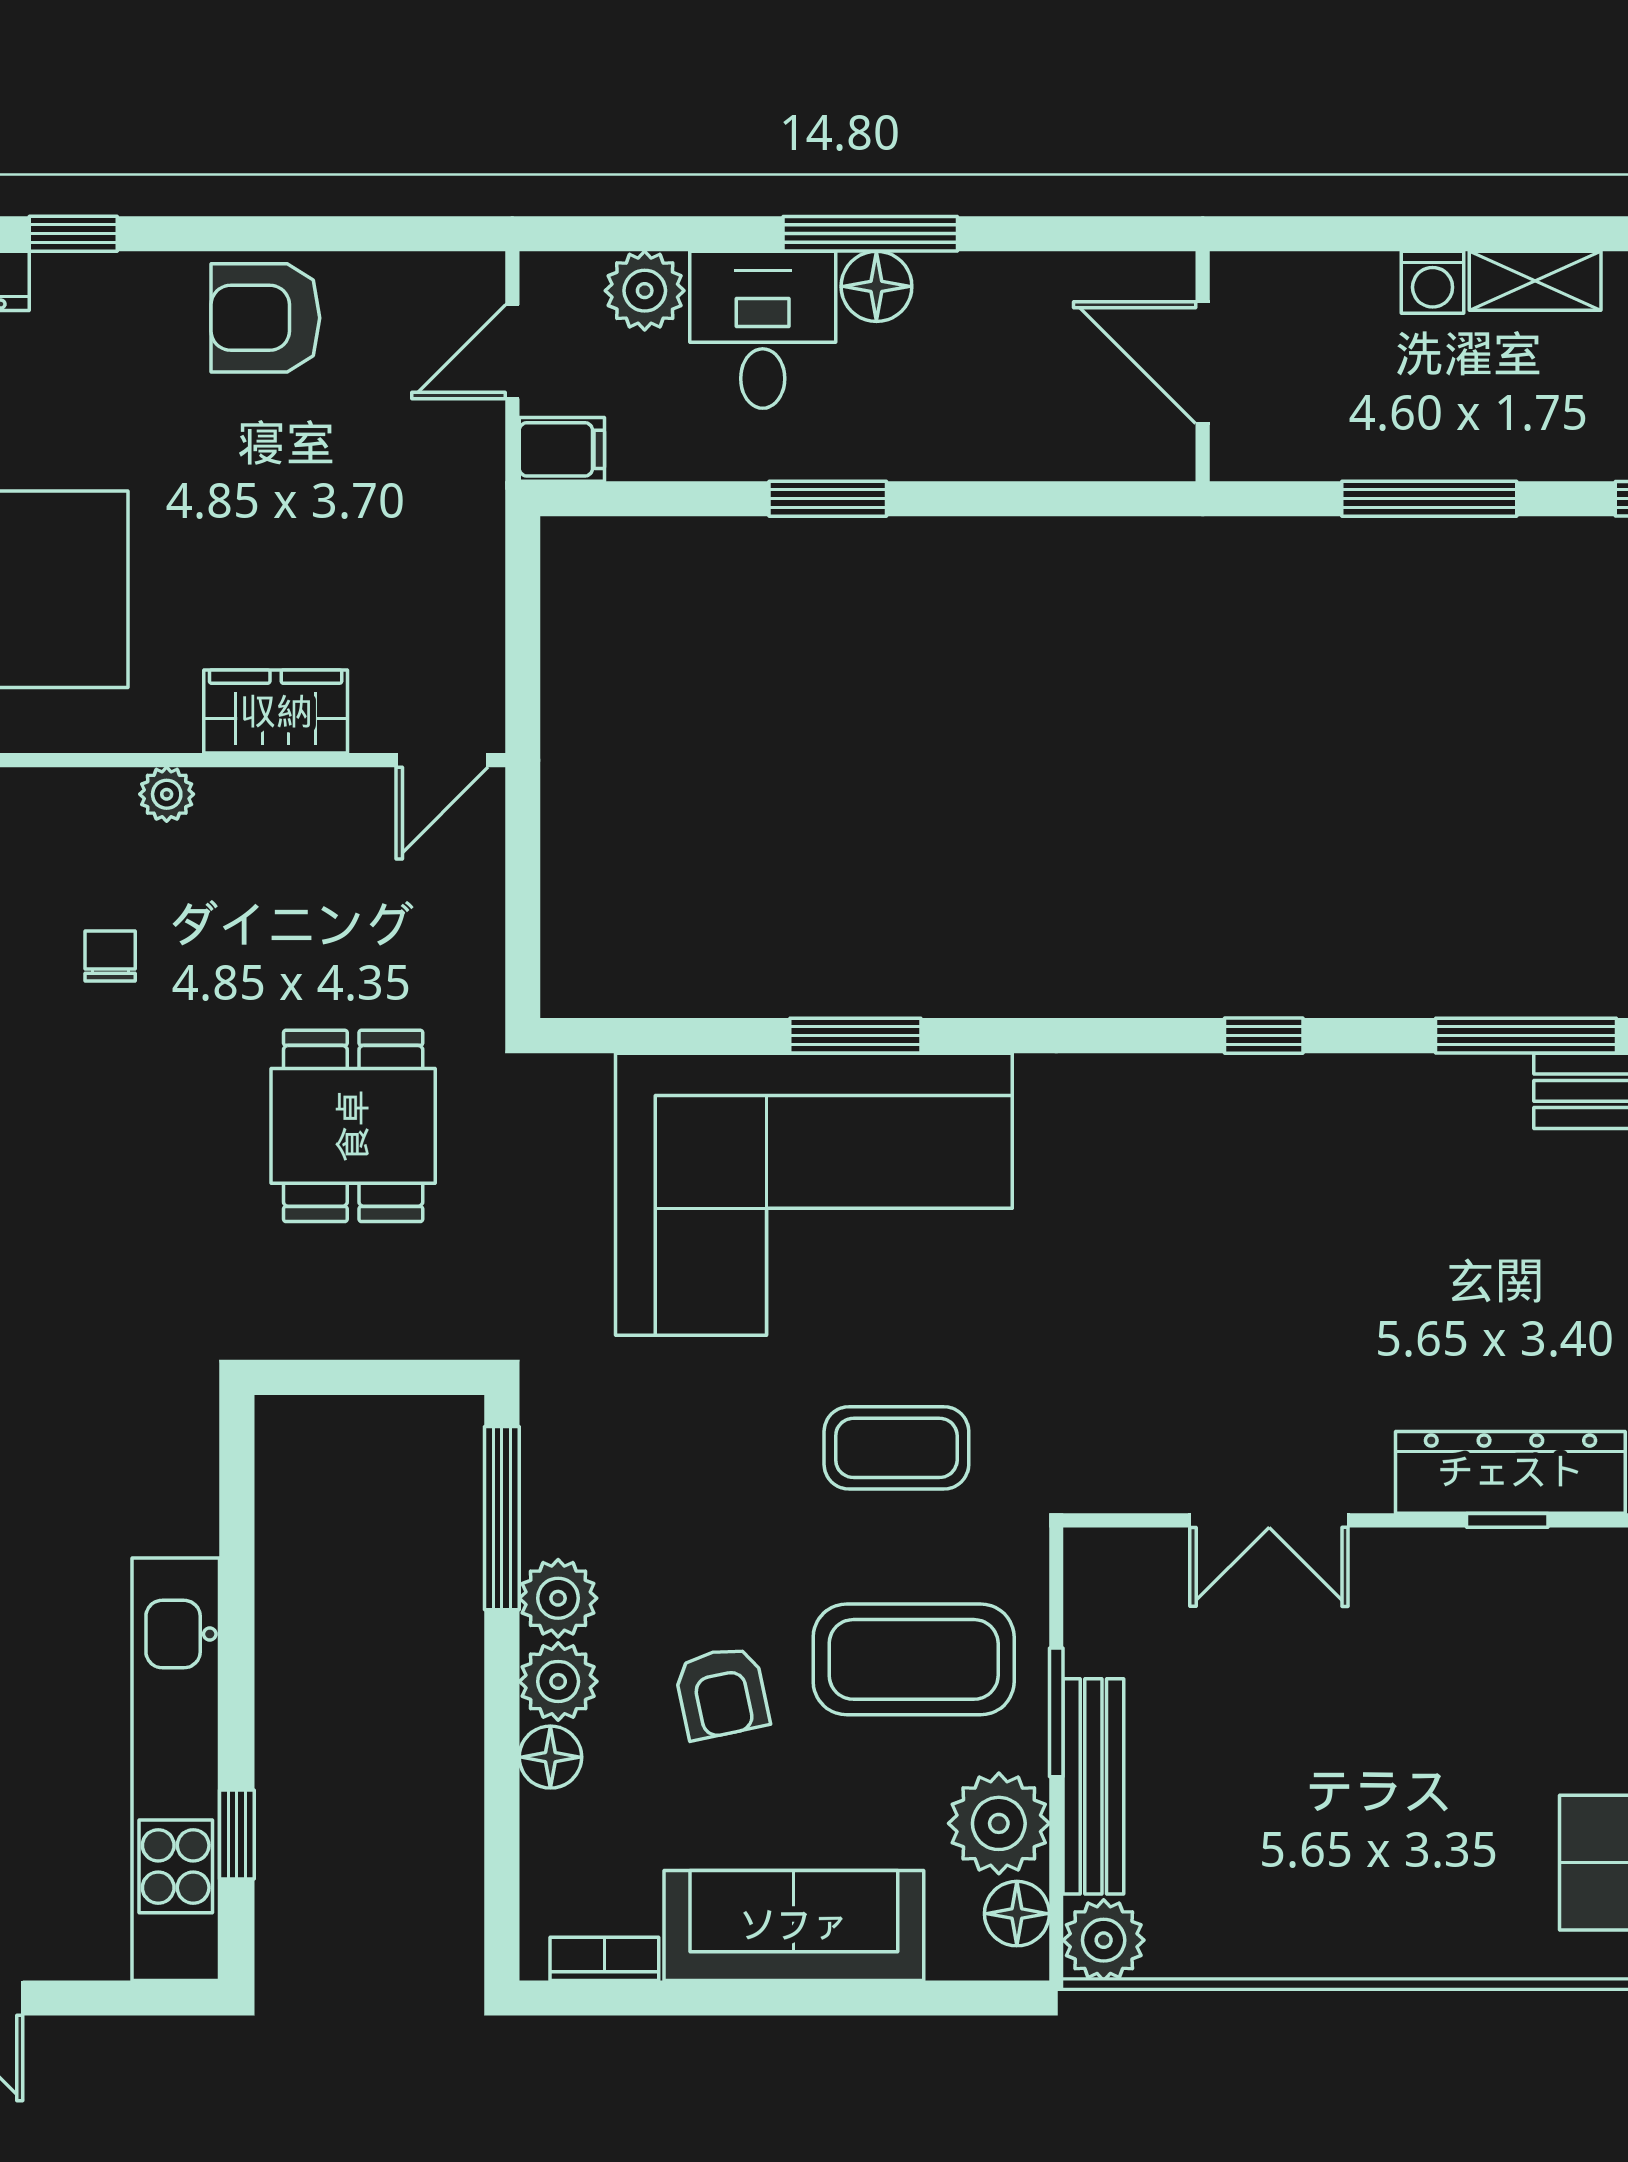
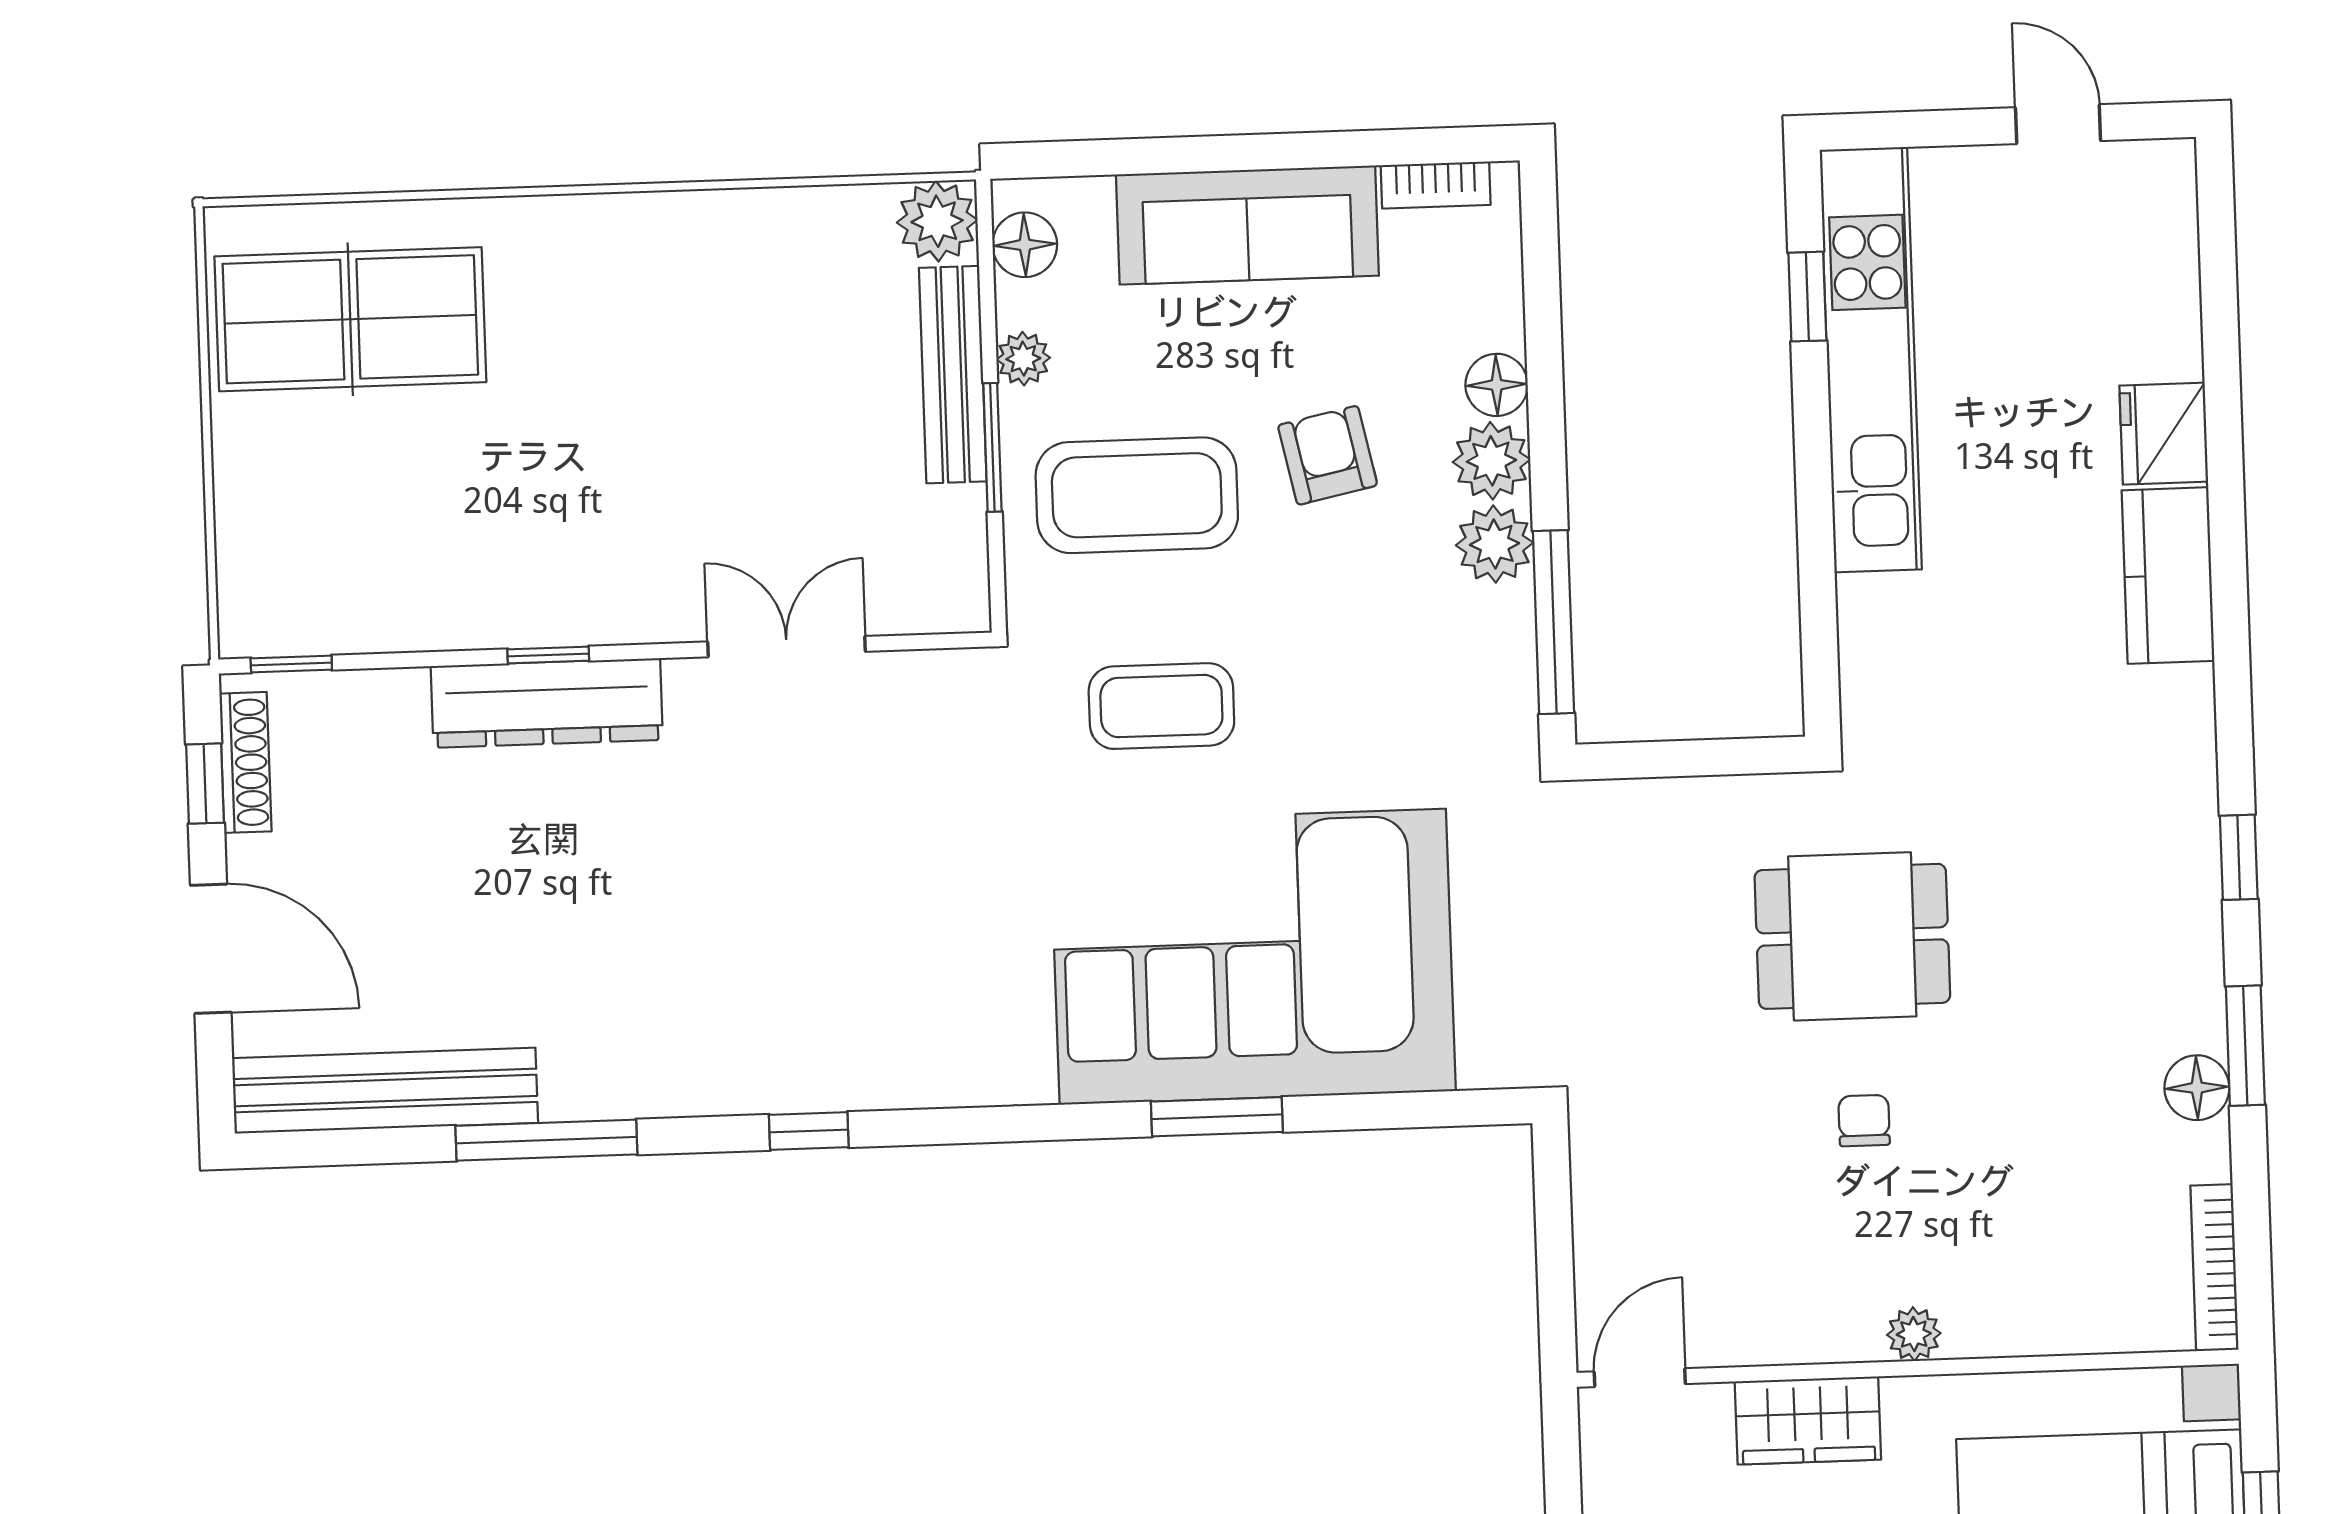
chair: (110, 956) -> (1864, 1121), moved, turned 180
dining table: (353, 1126) -> (1852, 936), moved, turned 90
plant: (999, 1823) -> (1023, 359), width x0.53, depth x0.53

